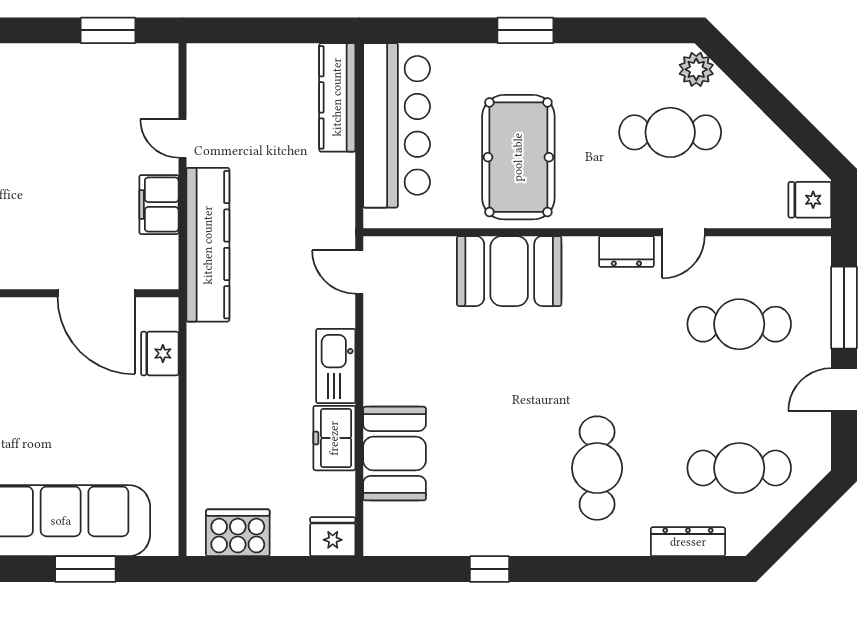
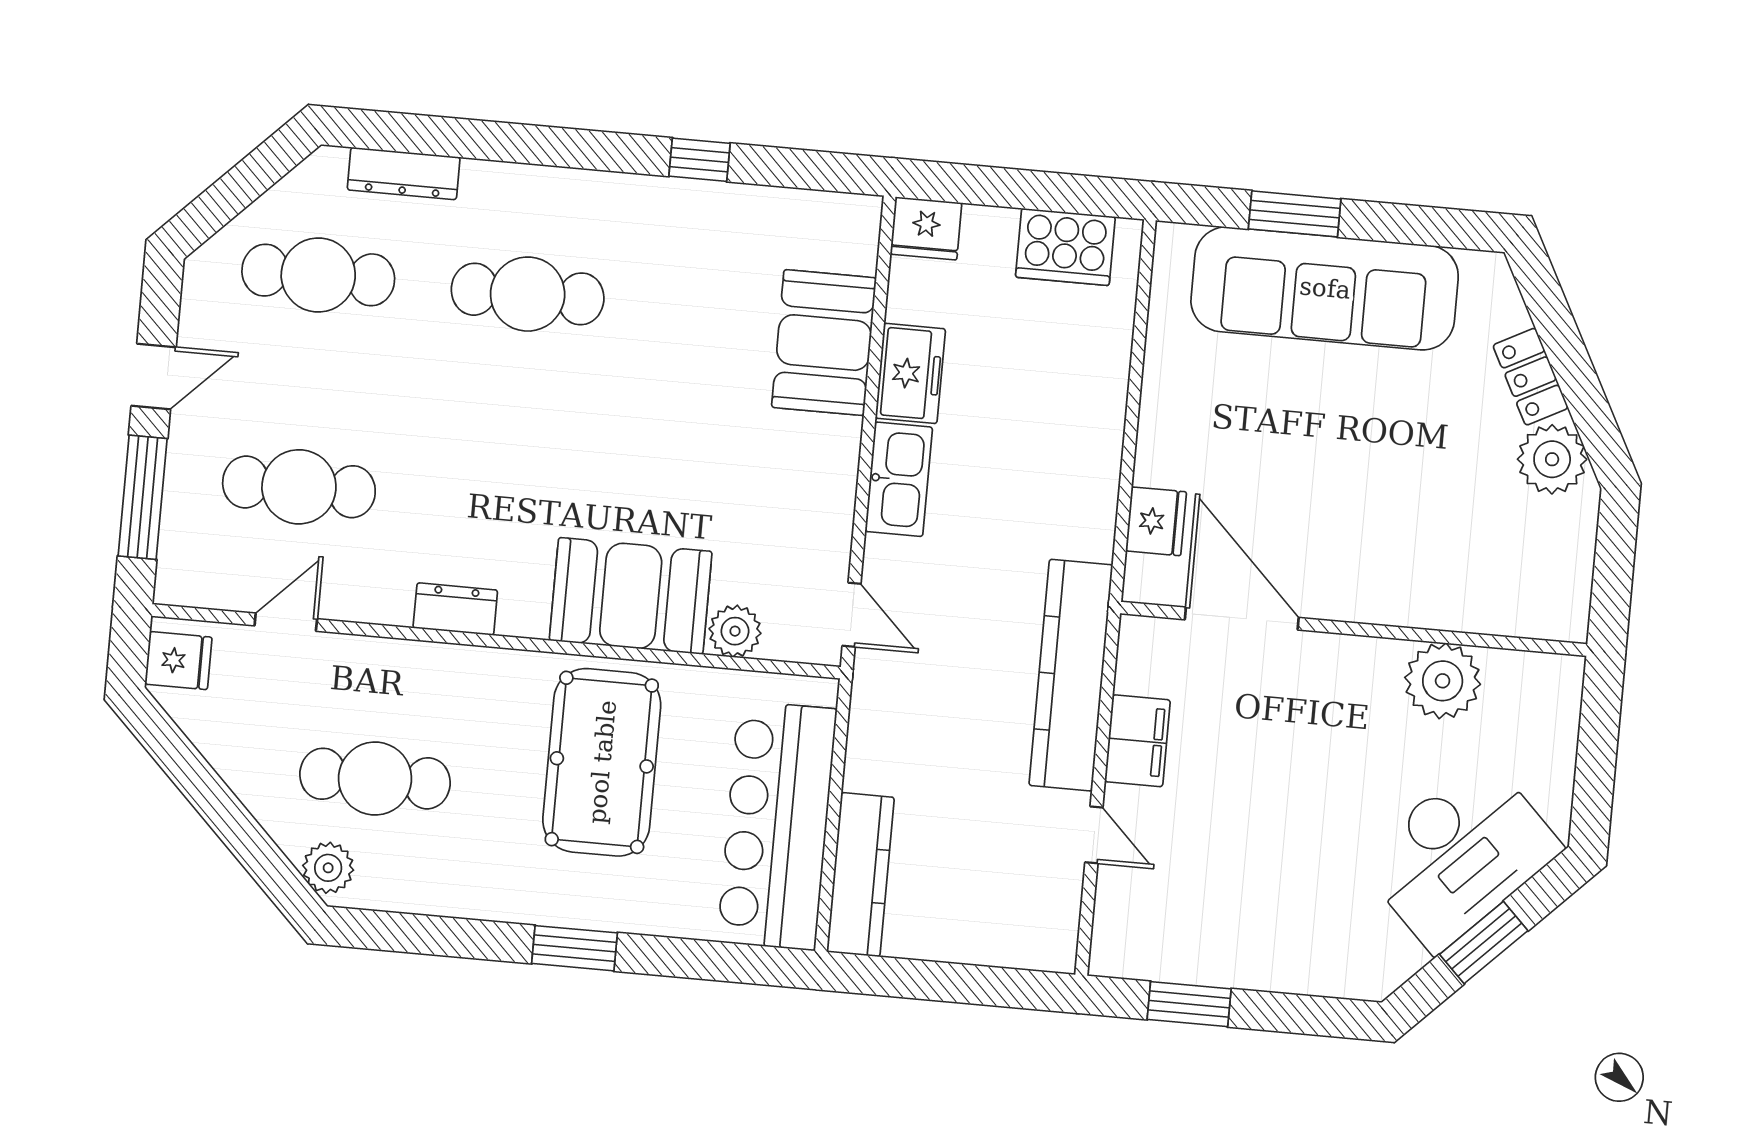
door: (683, 232) -> (286, 622), moved
plant: (437, 254) -> (735, 631), added
cafe table: (597, 468) -> (528, 294), turned 90

